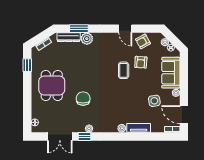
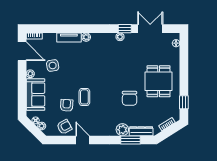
chair: (83, 99) -> (130, 98), moved

